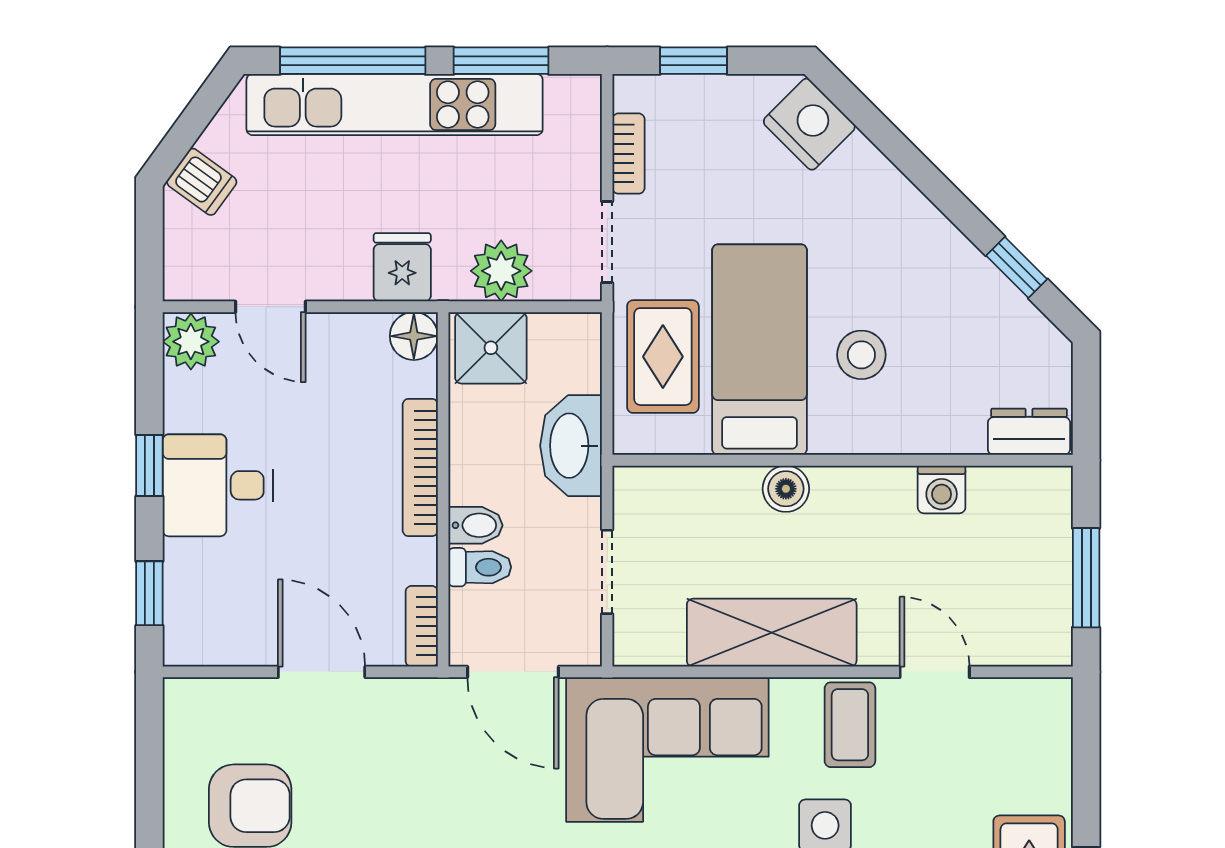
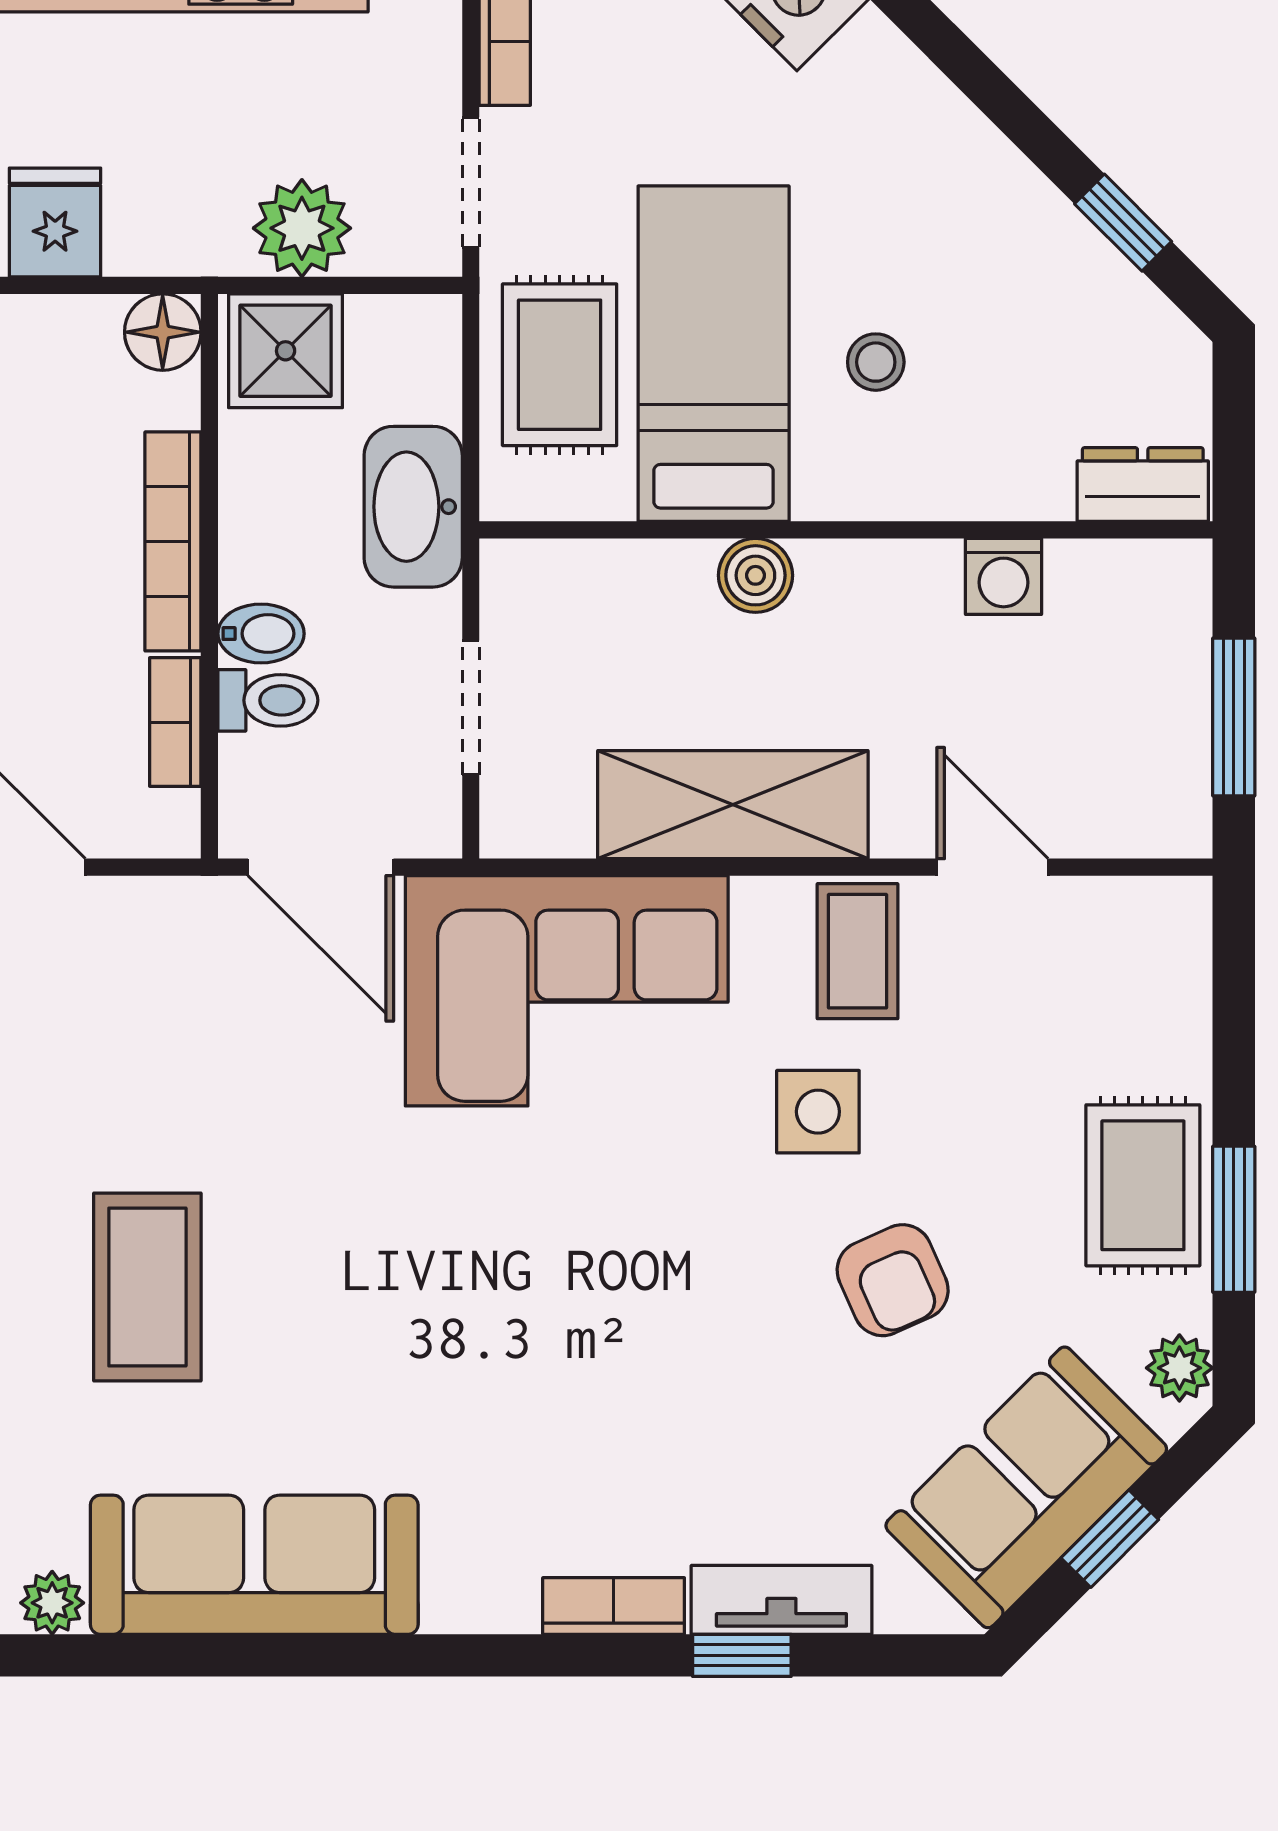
fridge: (402, 267) -> (55, 223), moved
stool: (861, 355) -> (876, 362), width x0.73, depth x0.73
bookcase: (422, 626) -> (175, 722), moved

